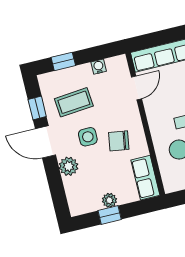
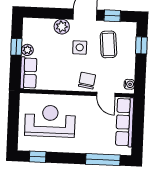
water cooler: (99, 67) -> (129, 84), moved
chair: (119, 141) -> (87, 81), moved
row of seats: (145, 178) -> (28, 73), moved, turned 90

